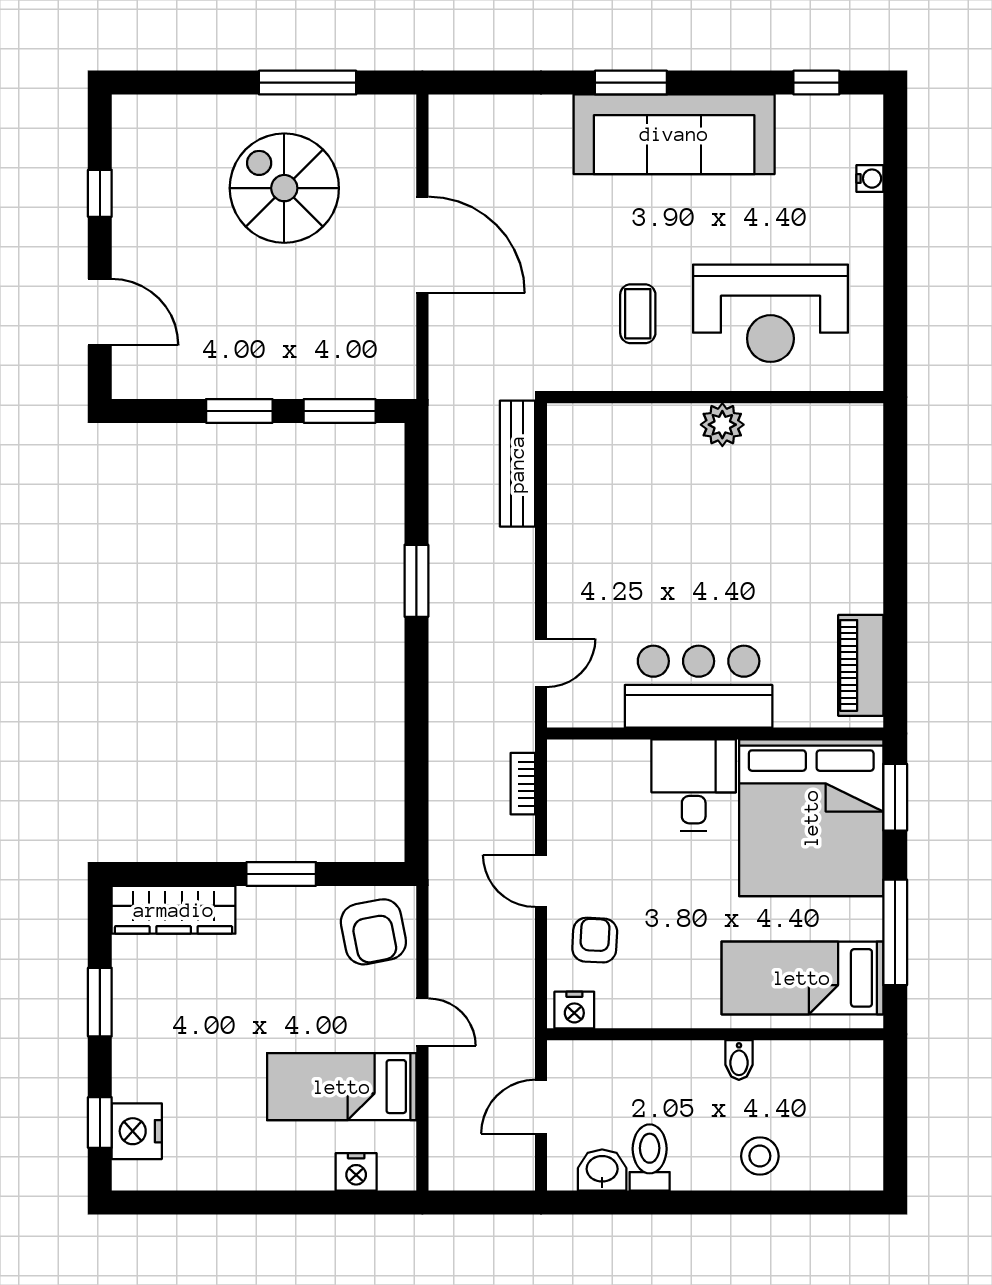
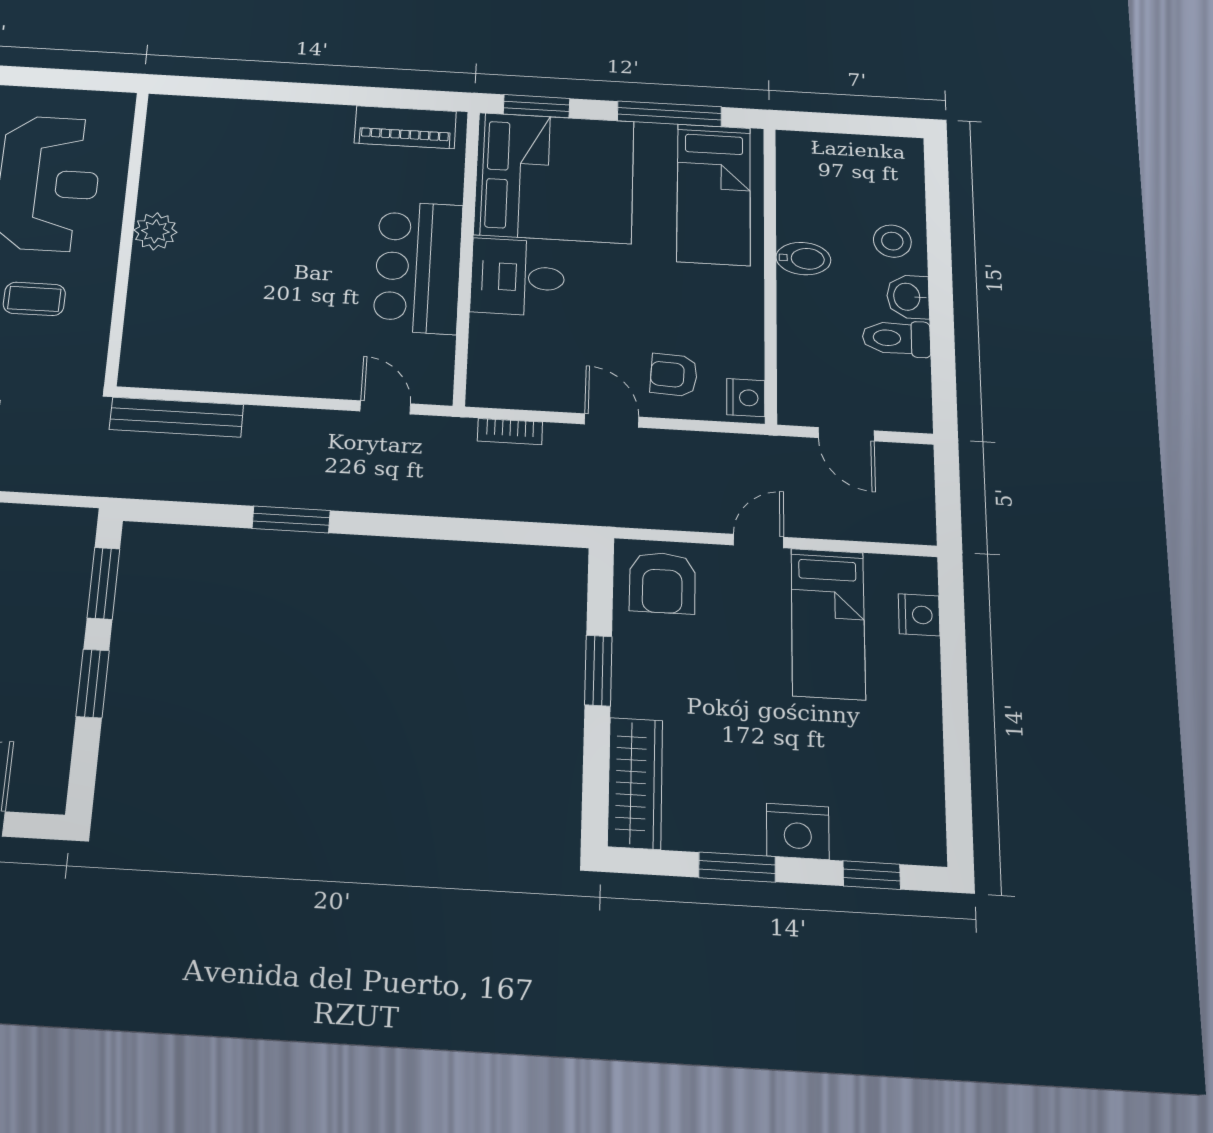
door: (541, 881) -> (612, 421), swing flipped
armchair: (373, 932) -> (662, 583), turned 101
bidet: (739, 1060) -> (803, 259), width x1.38, depth x1.36
nightstand: (137, 1131) -> (798, 831), moved
washbasin: (602, 1170) -> (908, 297), moved

